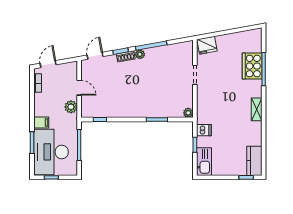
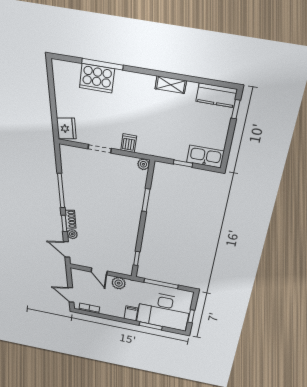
plant: (140, 54) -> (72, 234), moved
door: (79, 88) -> (99, 271), swing flipped
shelving: (257, 109) -> (171, 85), moved
dishwasher: (204, 130) -> (129, 143), moved

